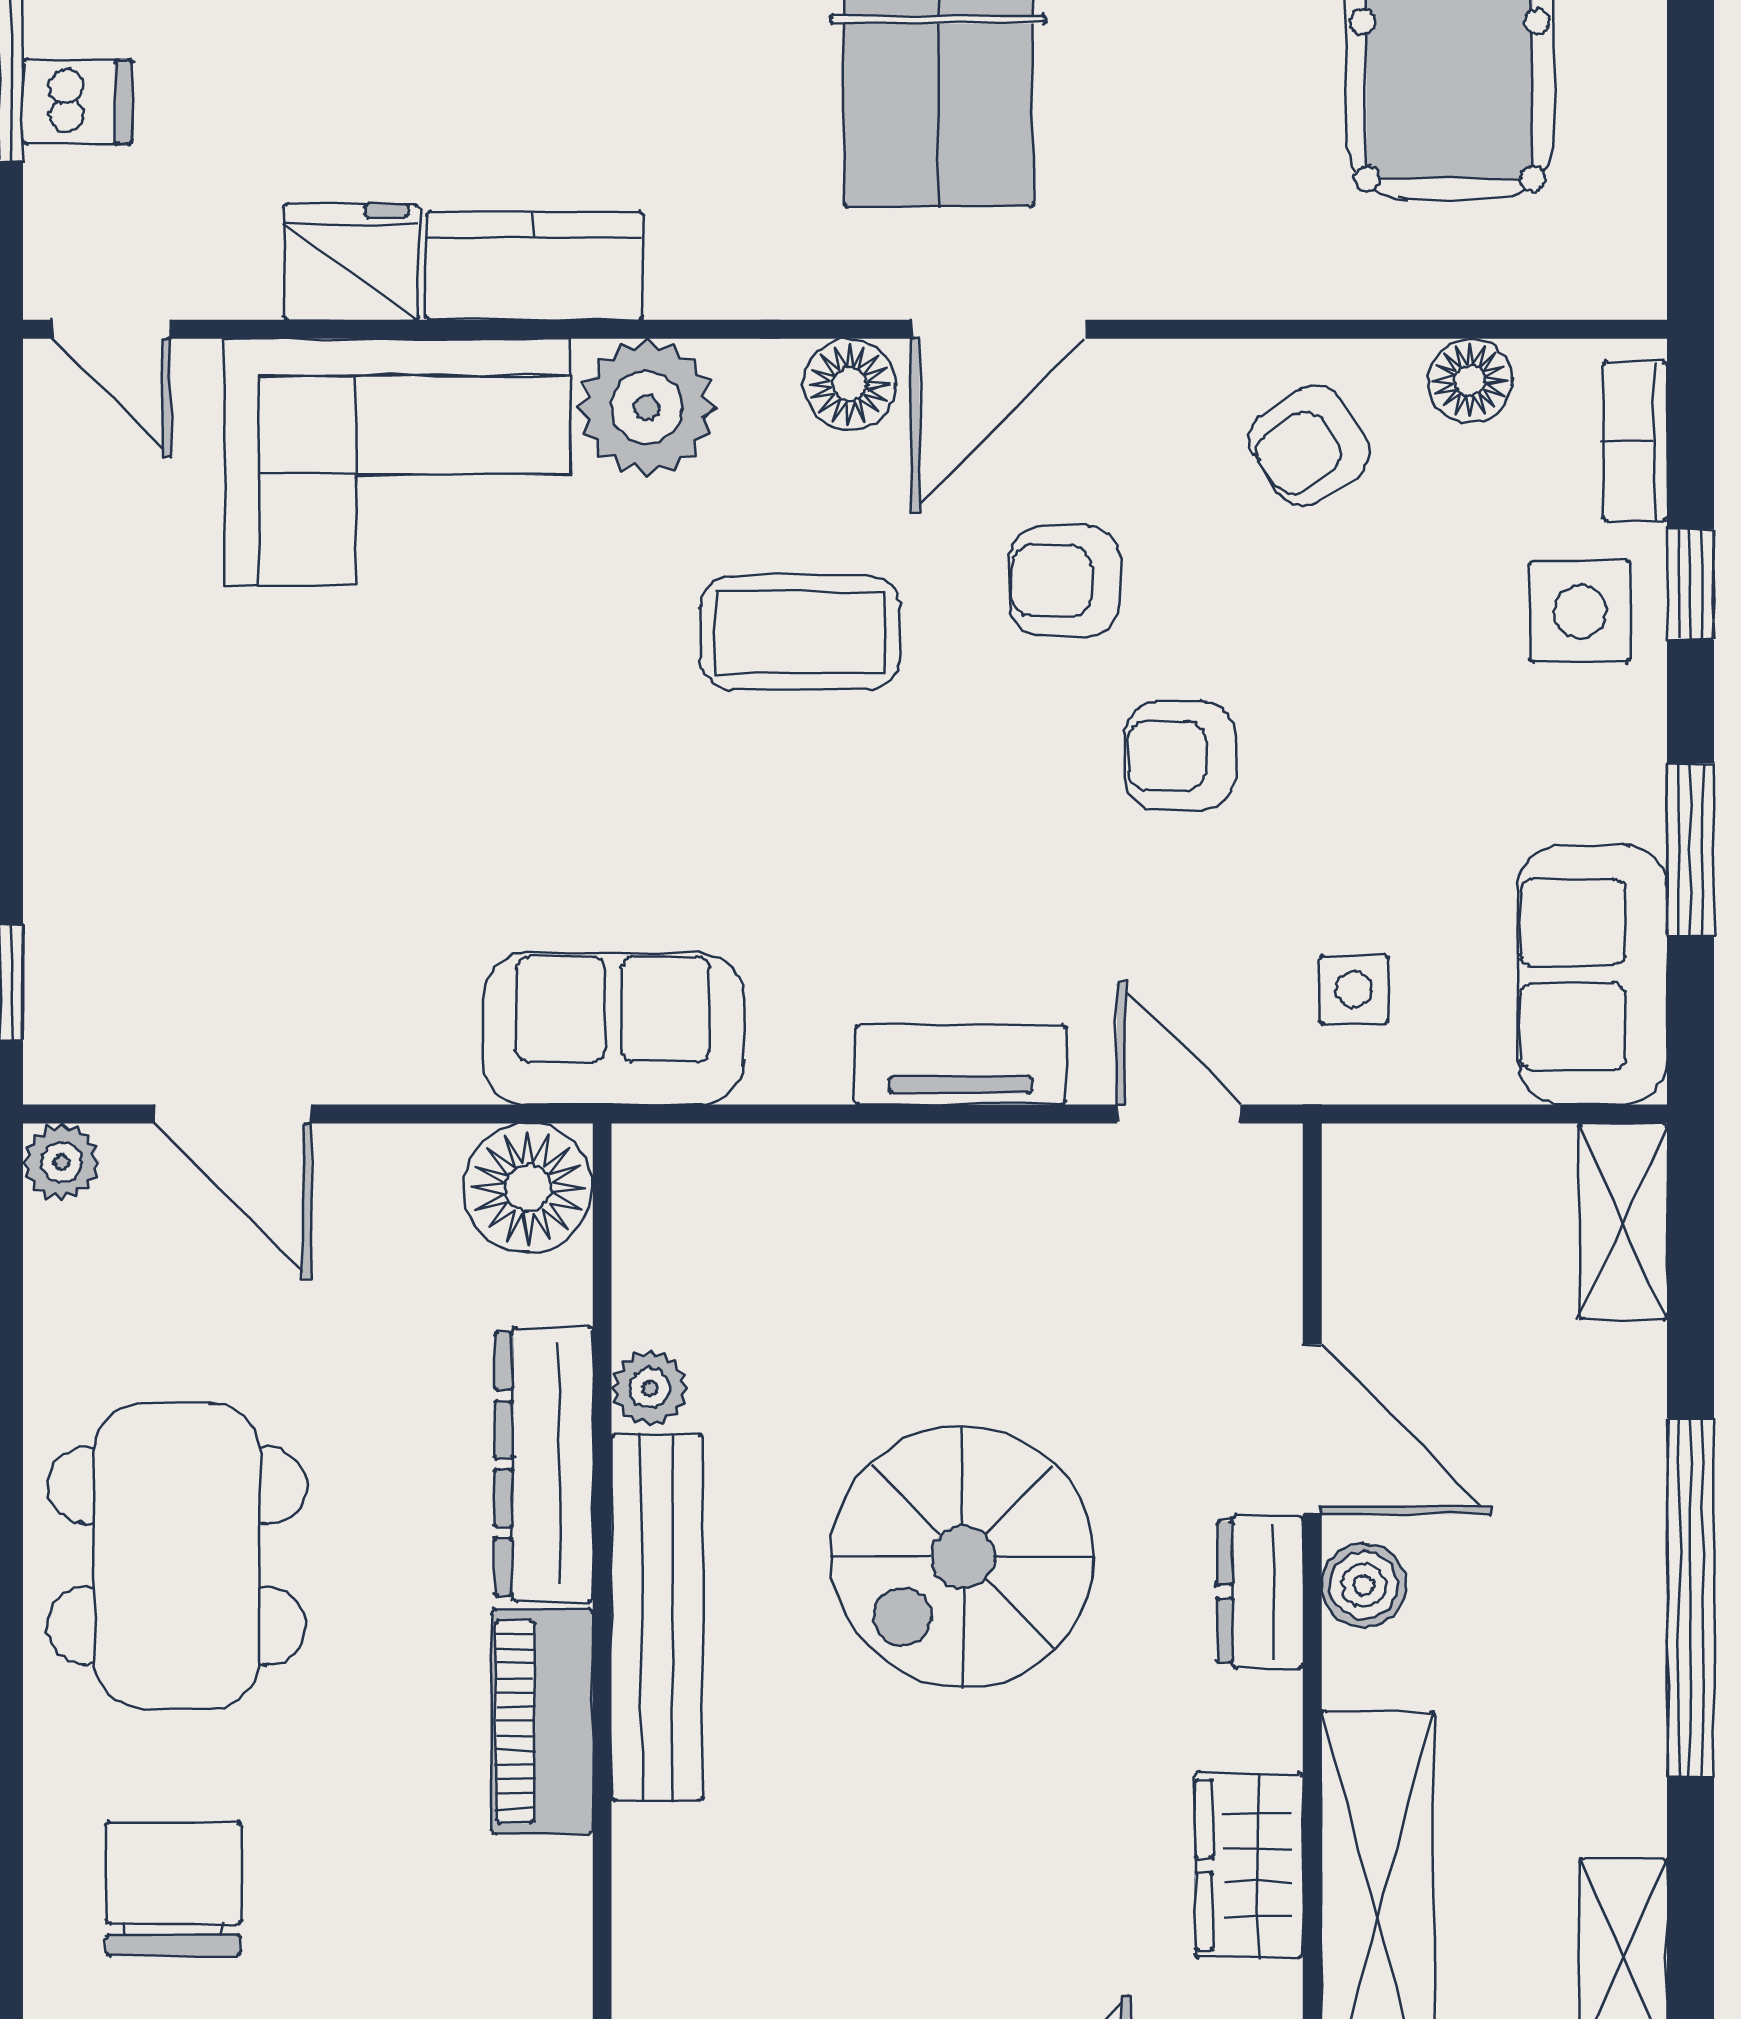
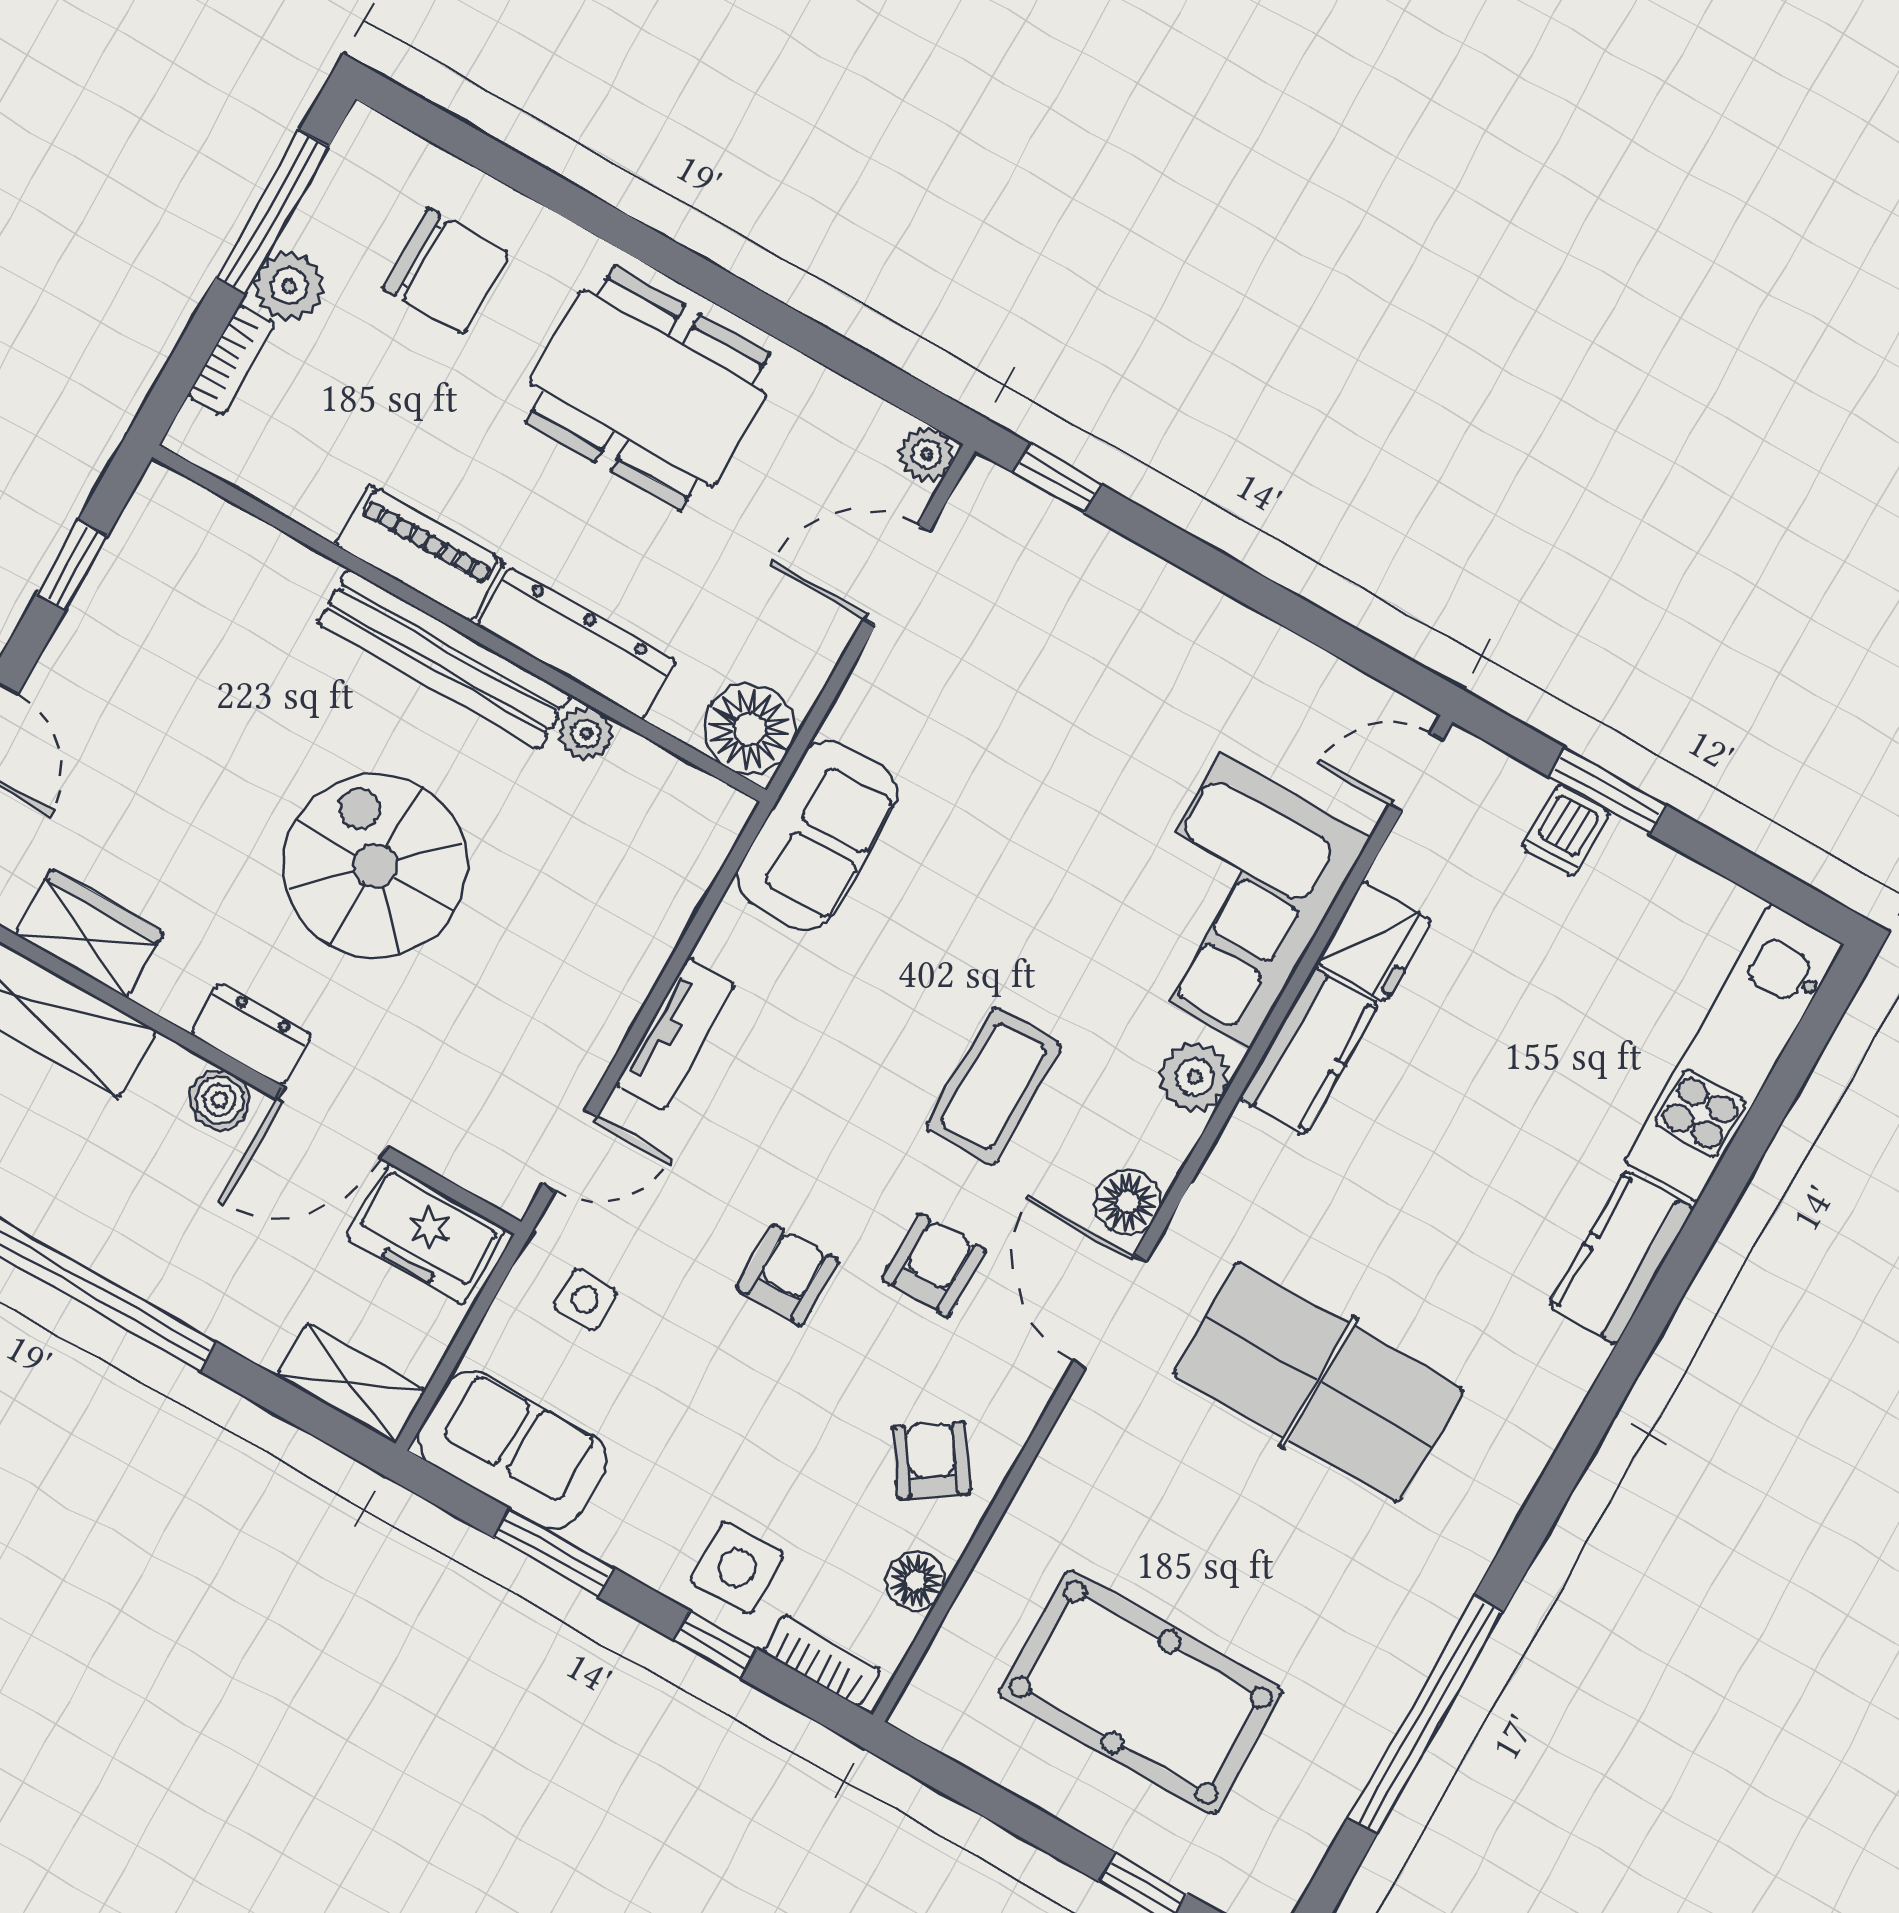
plant: (647, 408) -> (1195, 1077), width x0.73, depth x0.73
freezer: (1384, 1234) -> (426, 1234), added

